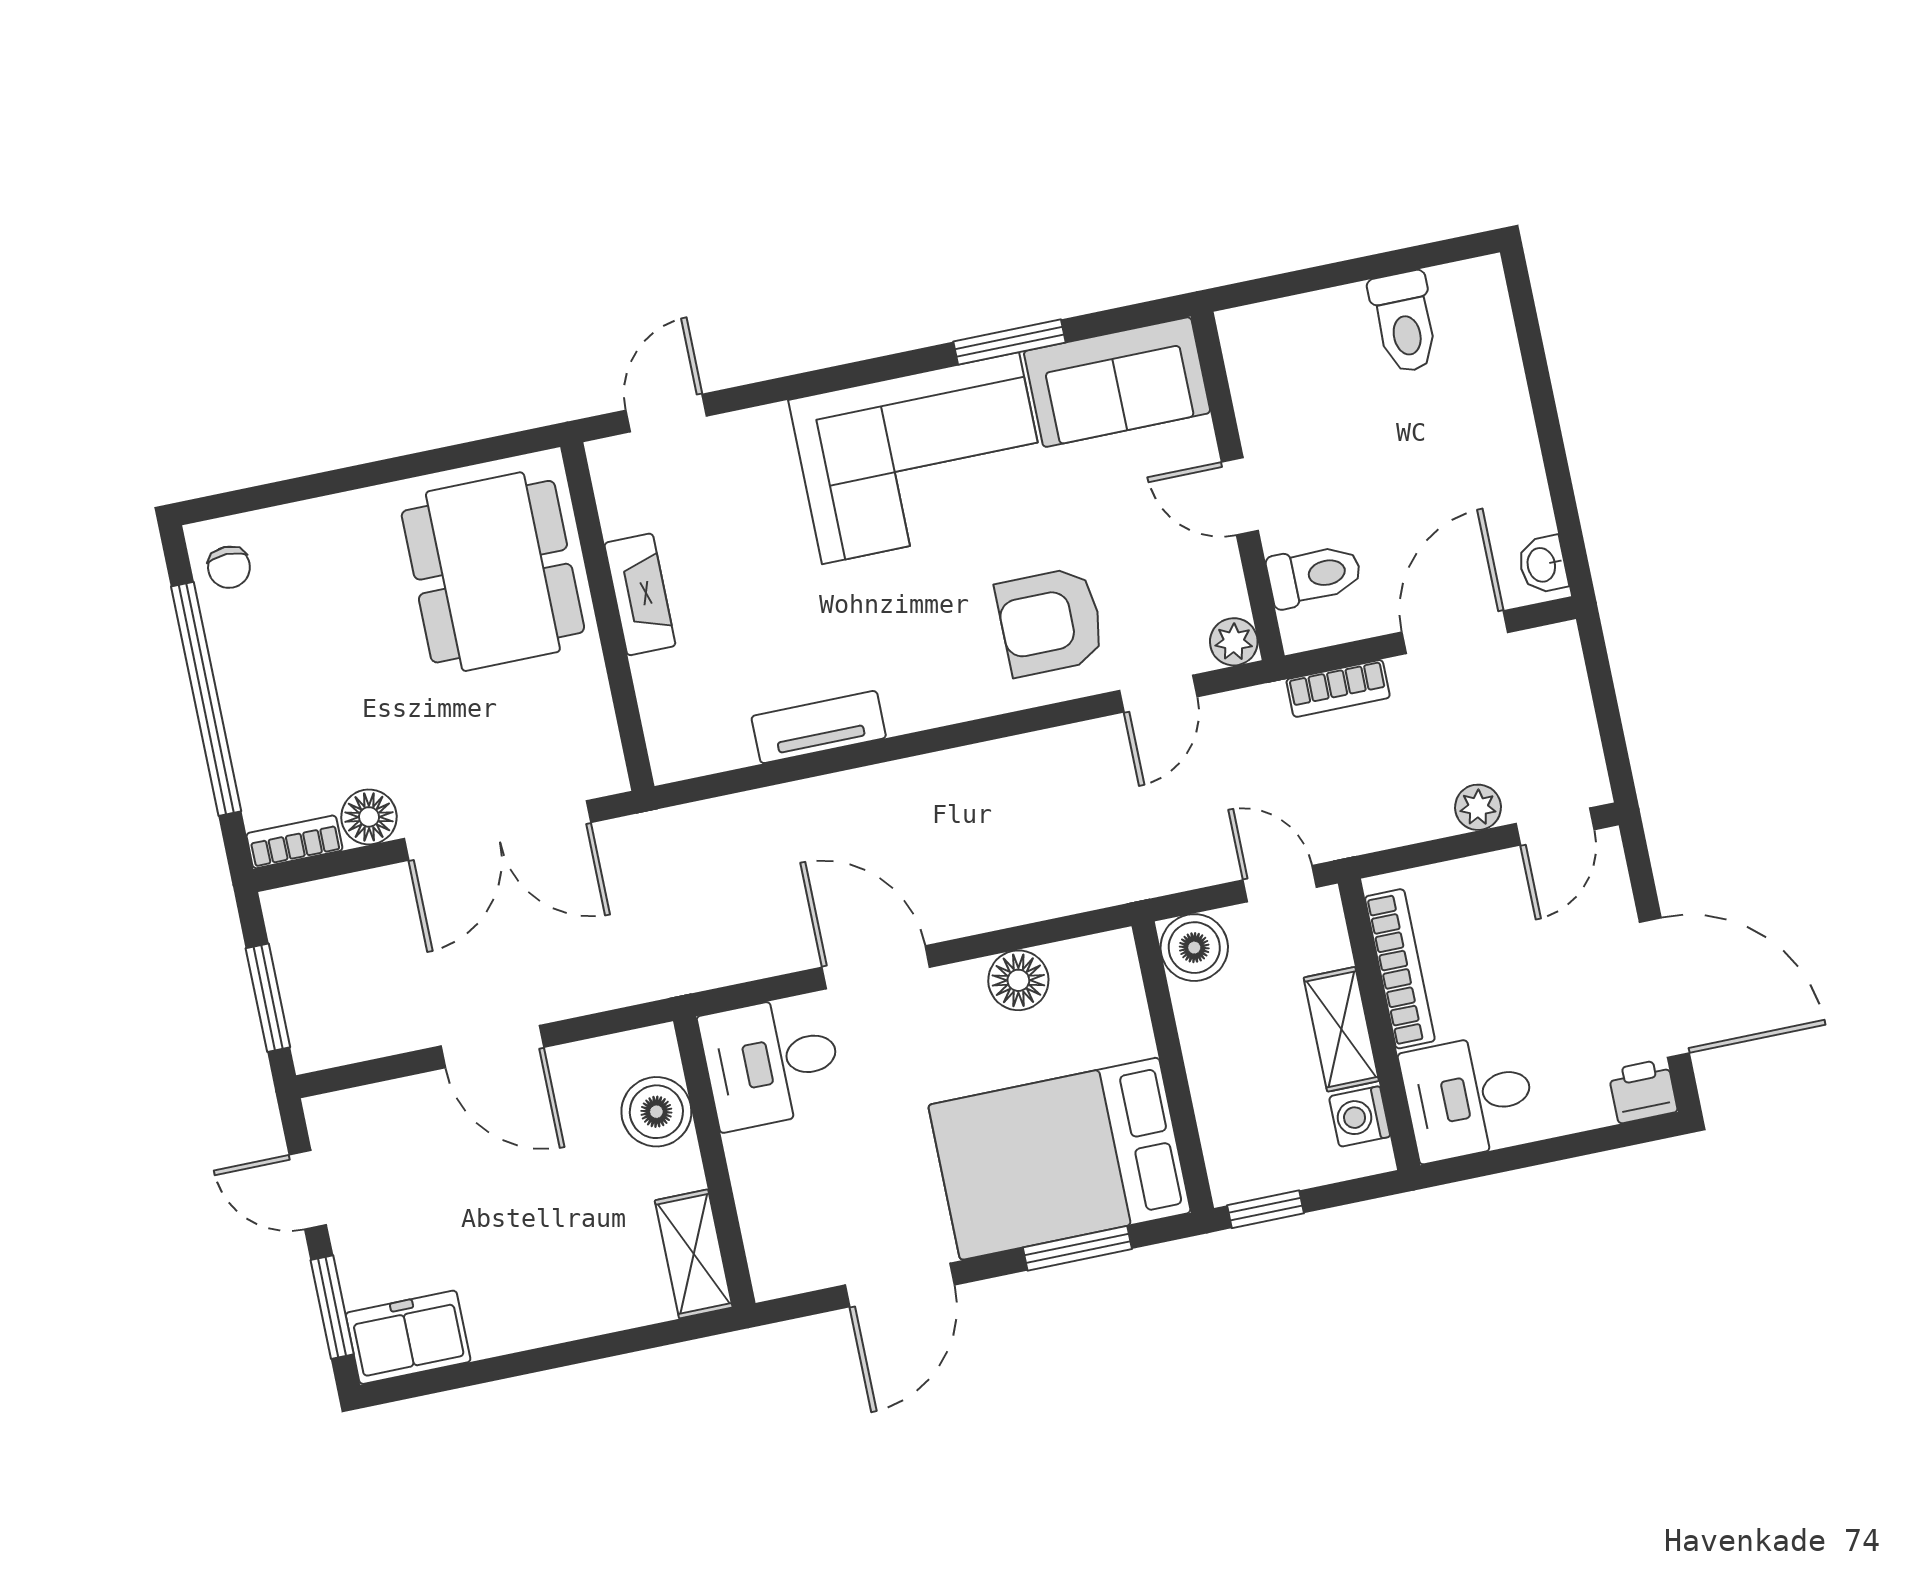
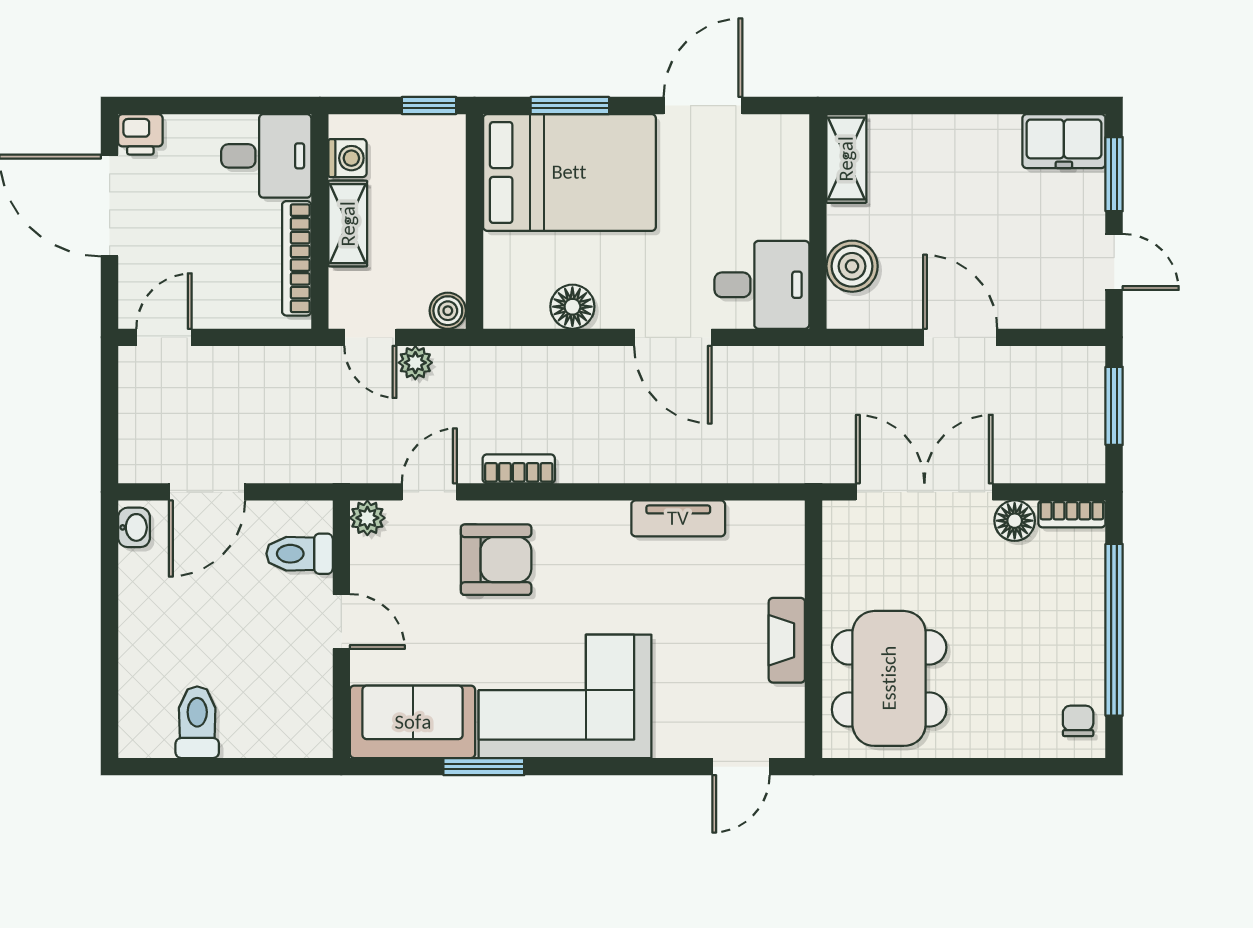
bookcase: (1338, 688) -> (519, 469), moved
plant: (1478, 807) -> (415, 363), moved
boiler: (1194, 948) -> (448, 311), width x0.73, depth x0.73

